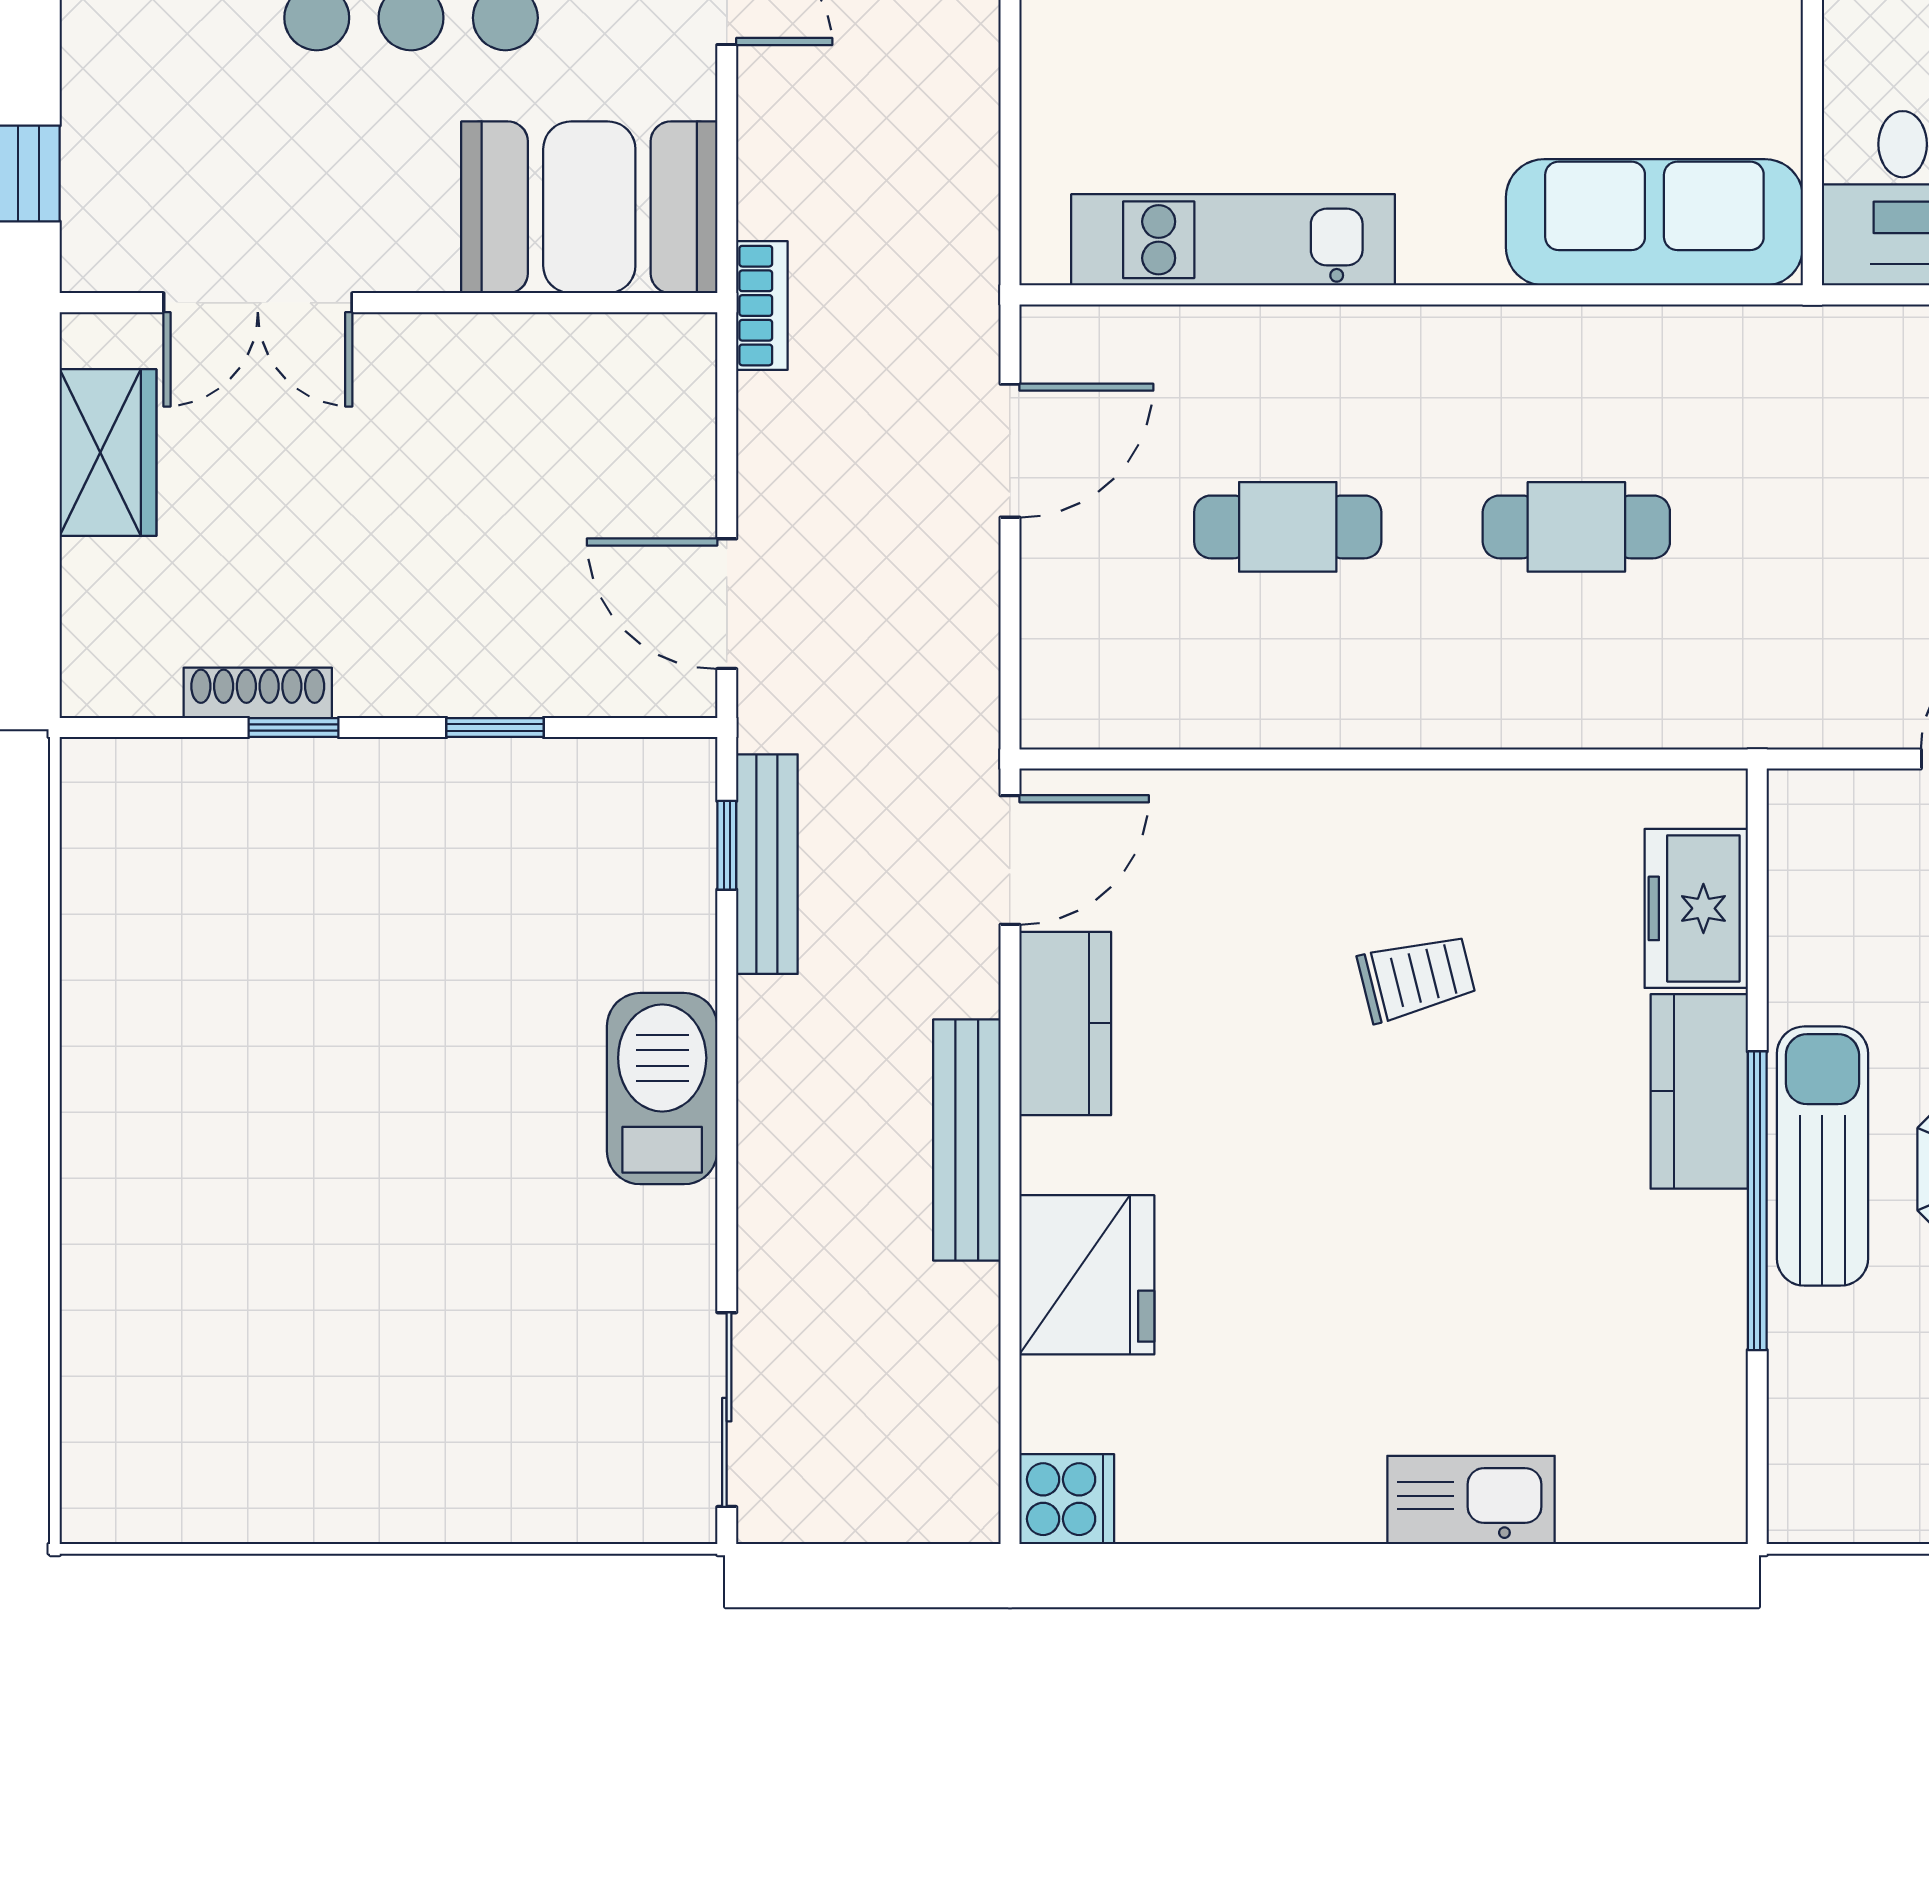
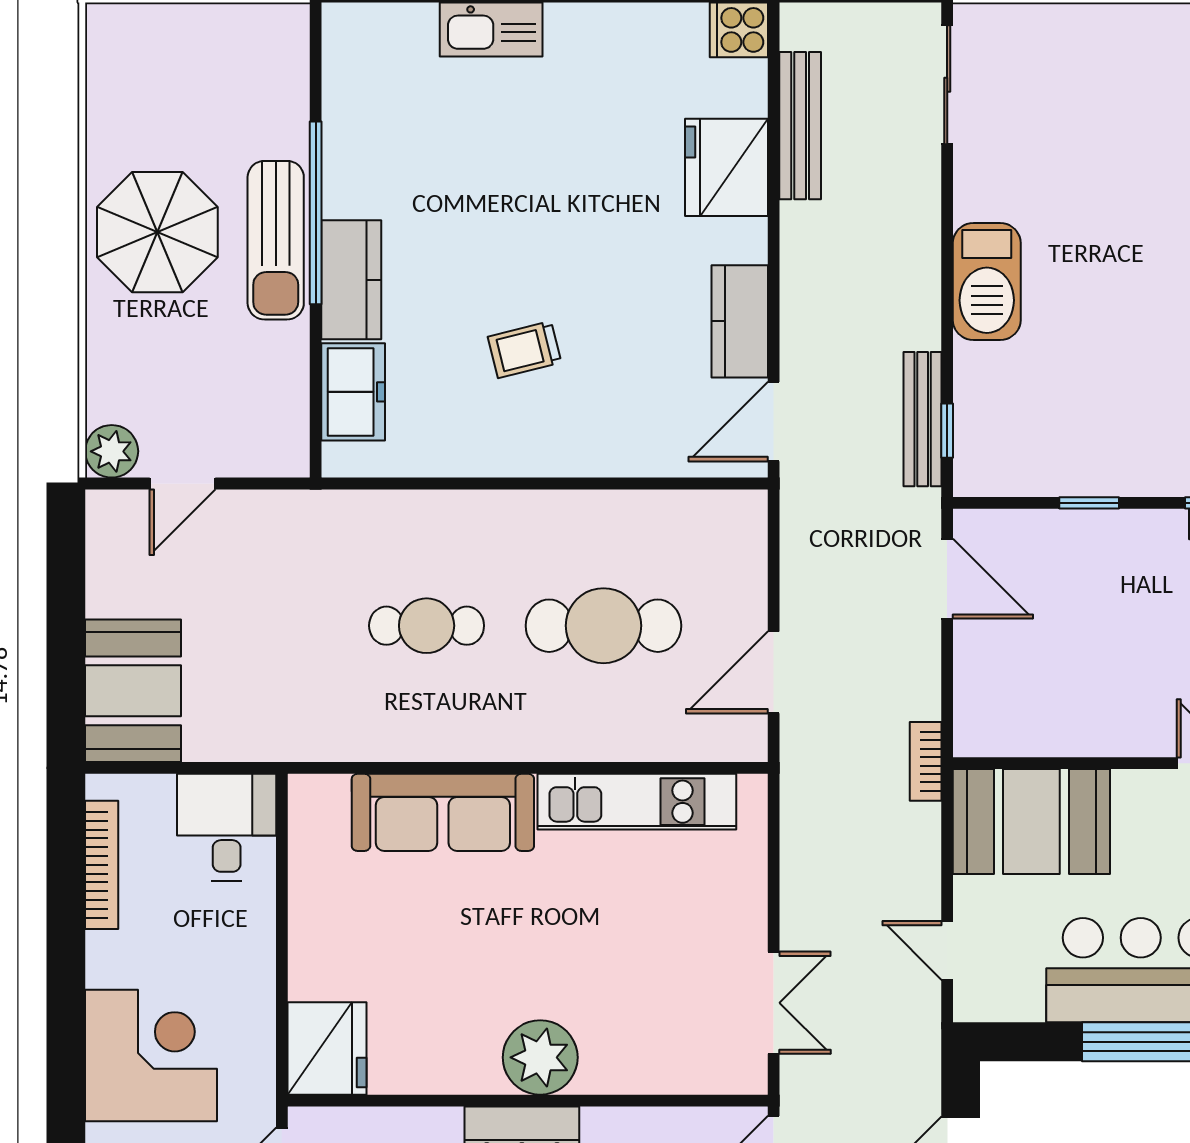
sofa: (1654, 222) -> (443, 812), moved
cafe table: (1288, 527) -> (603, 626), width x1.37, depth x1.35
bench: (967, 1140) -> (800, 126), moved

